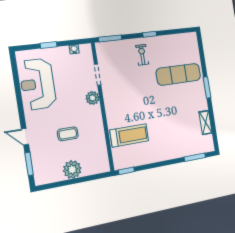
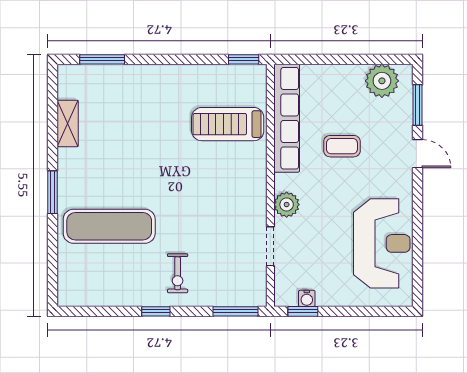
window: (49, 45) -> (303, 311), moved
row of seats: (100, 144) -> (287, 118), added
plant: (72, 170) -> (382, 81), moved

